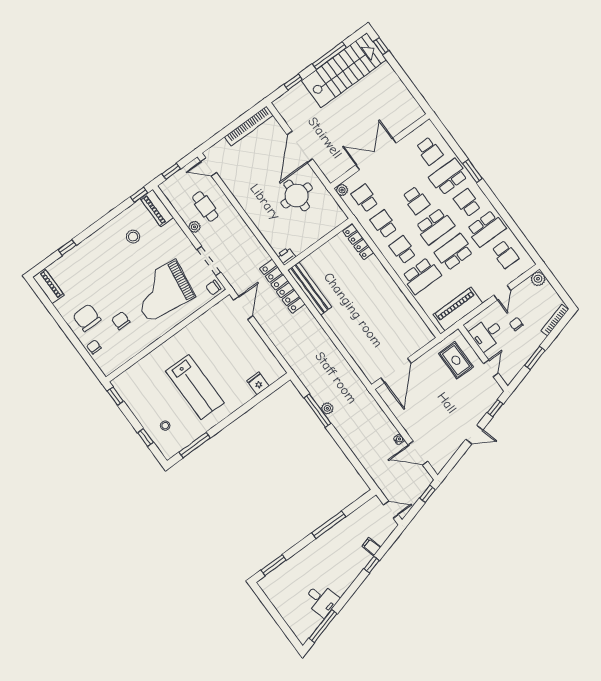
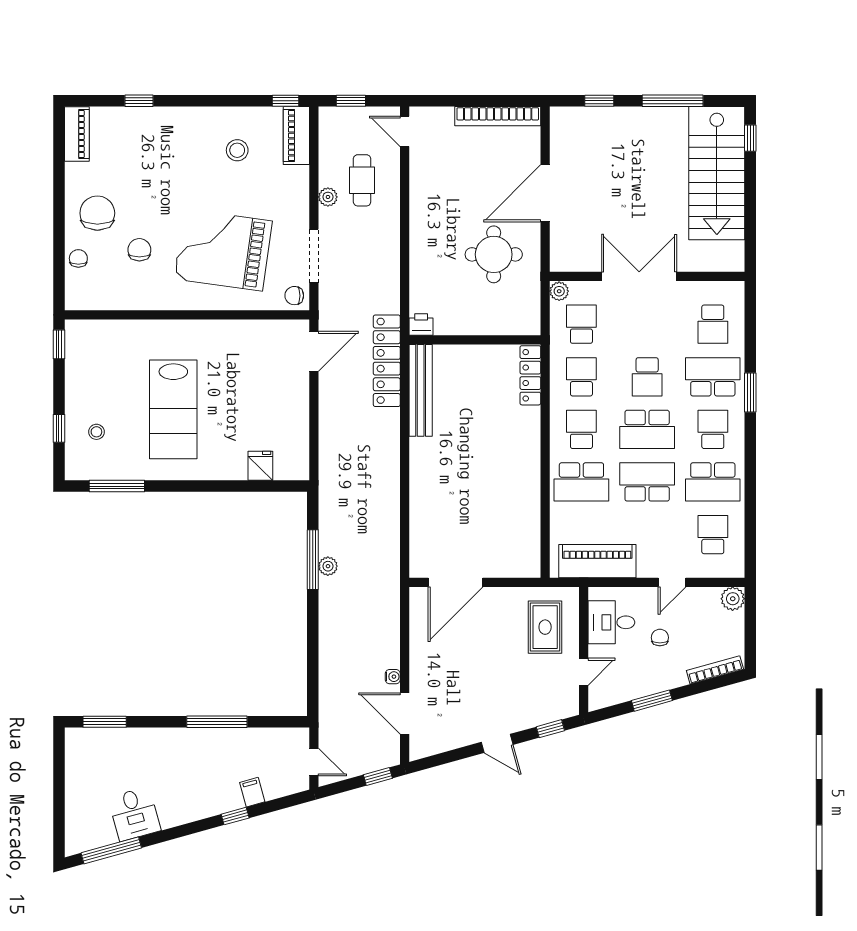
stairs: (344, 70) -> (717, 173), moved, turned 90
school desk: (505, 254) -> (713, 535), turned 180

